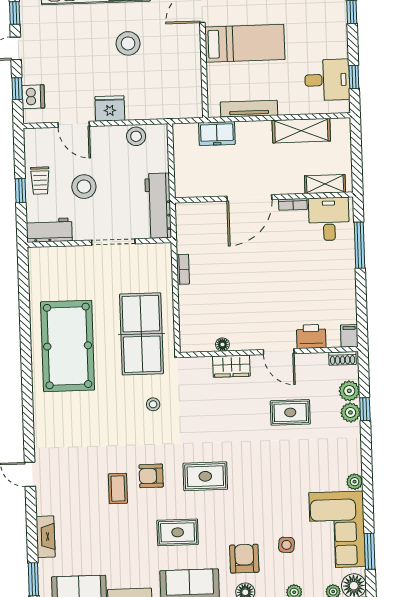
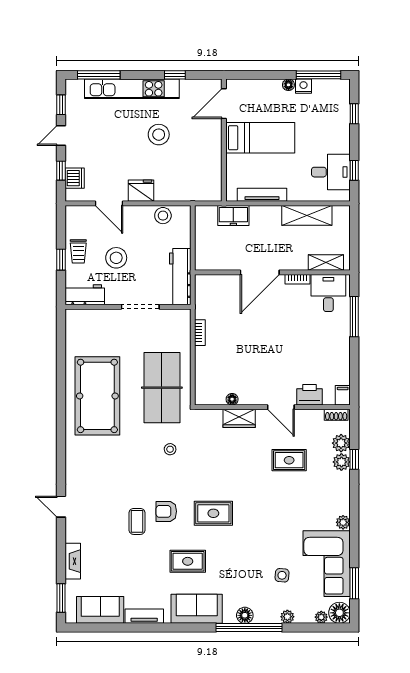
armchair: (244, 559) -> (245, 586), removed

